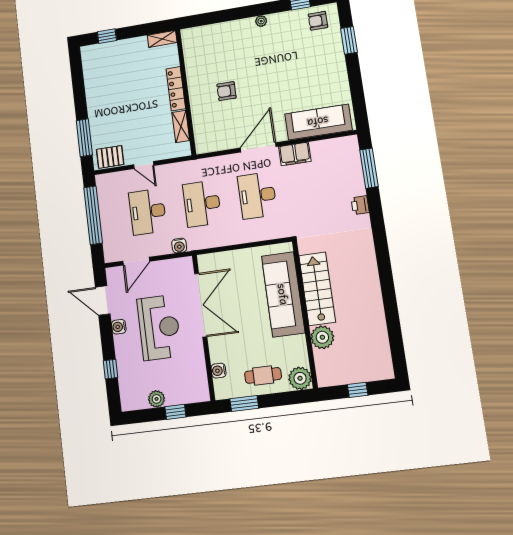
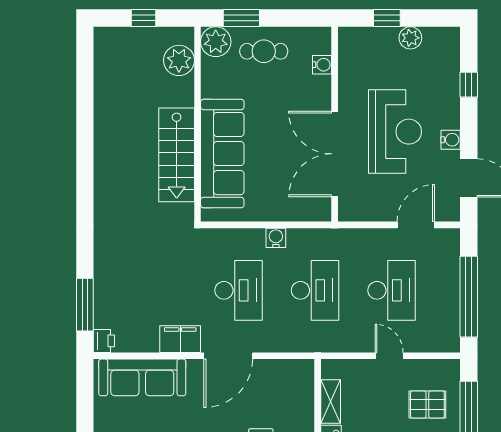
pallet: (110, 157) -> (427, 404), moved
printer: (360, 205) -> (104, 341), moved
water cooler: (179, 246) -> (276, 238), moved
reception desk: (159, 327) -> (395, 132), turned 180
plant: (322, 337) -> (179, 60), moved
window: (244, 404) -> (241, 18), moved

